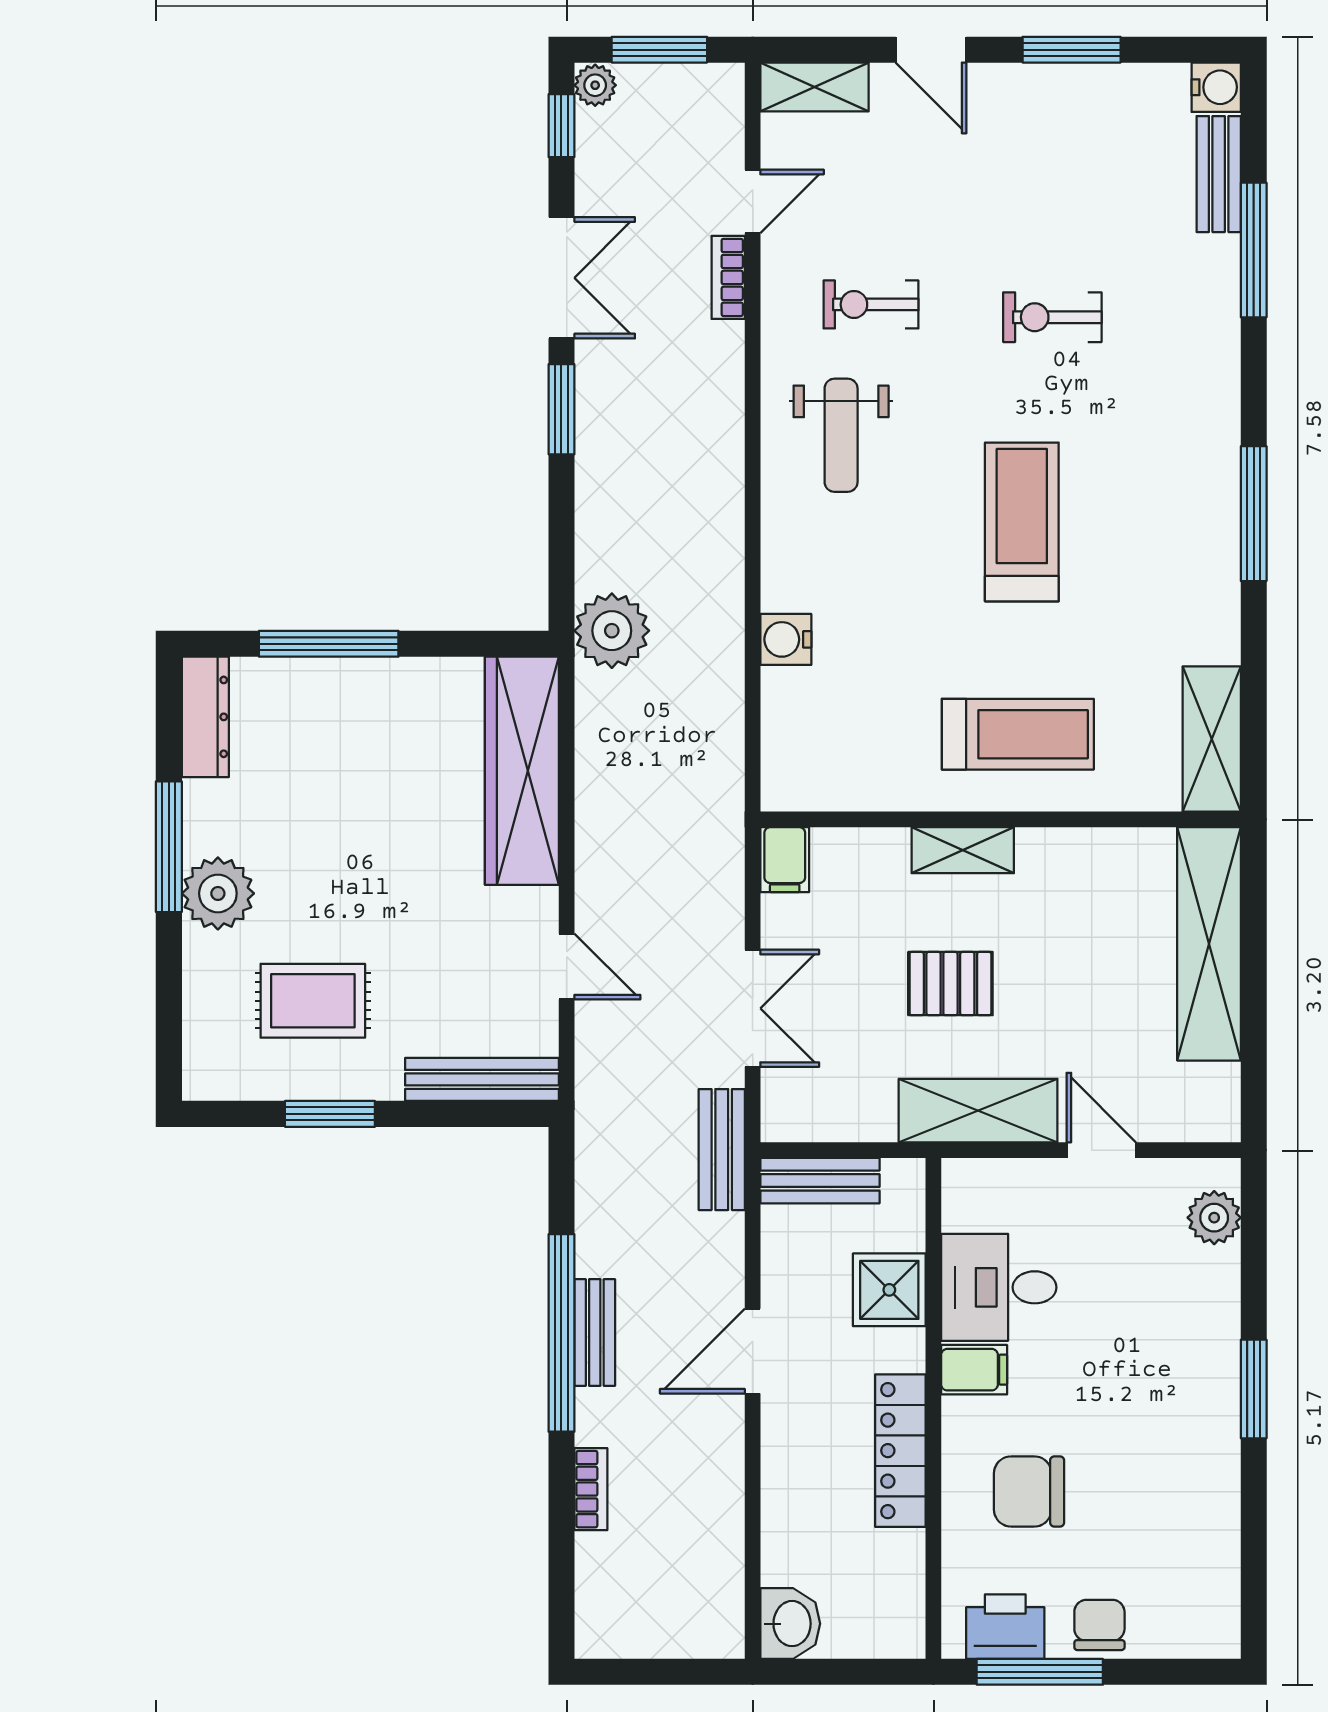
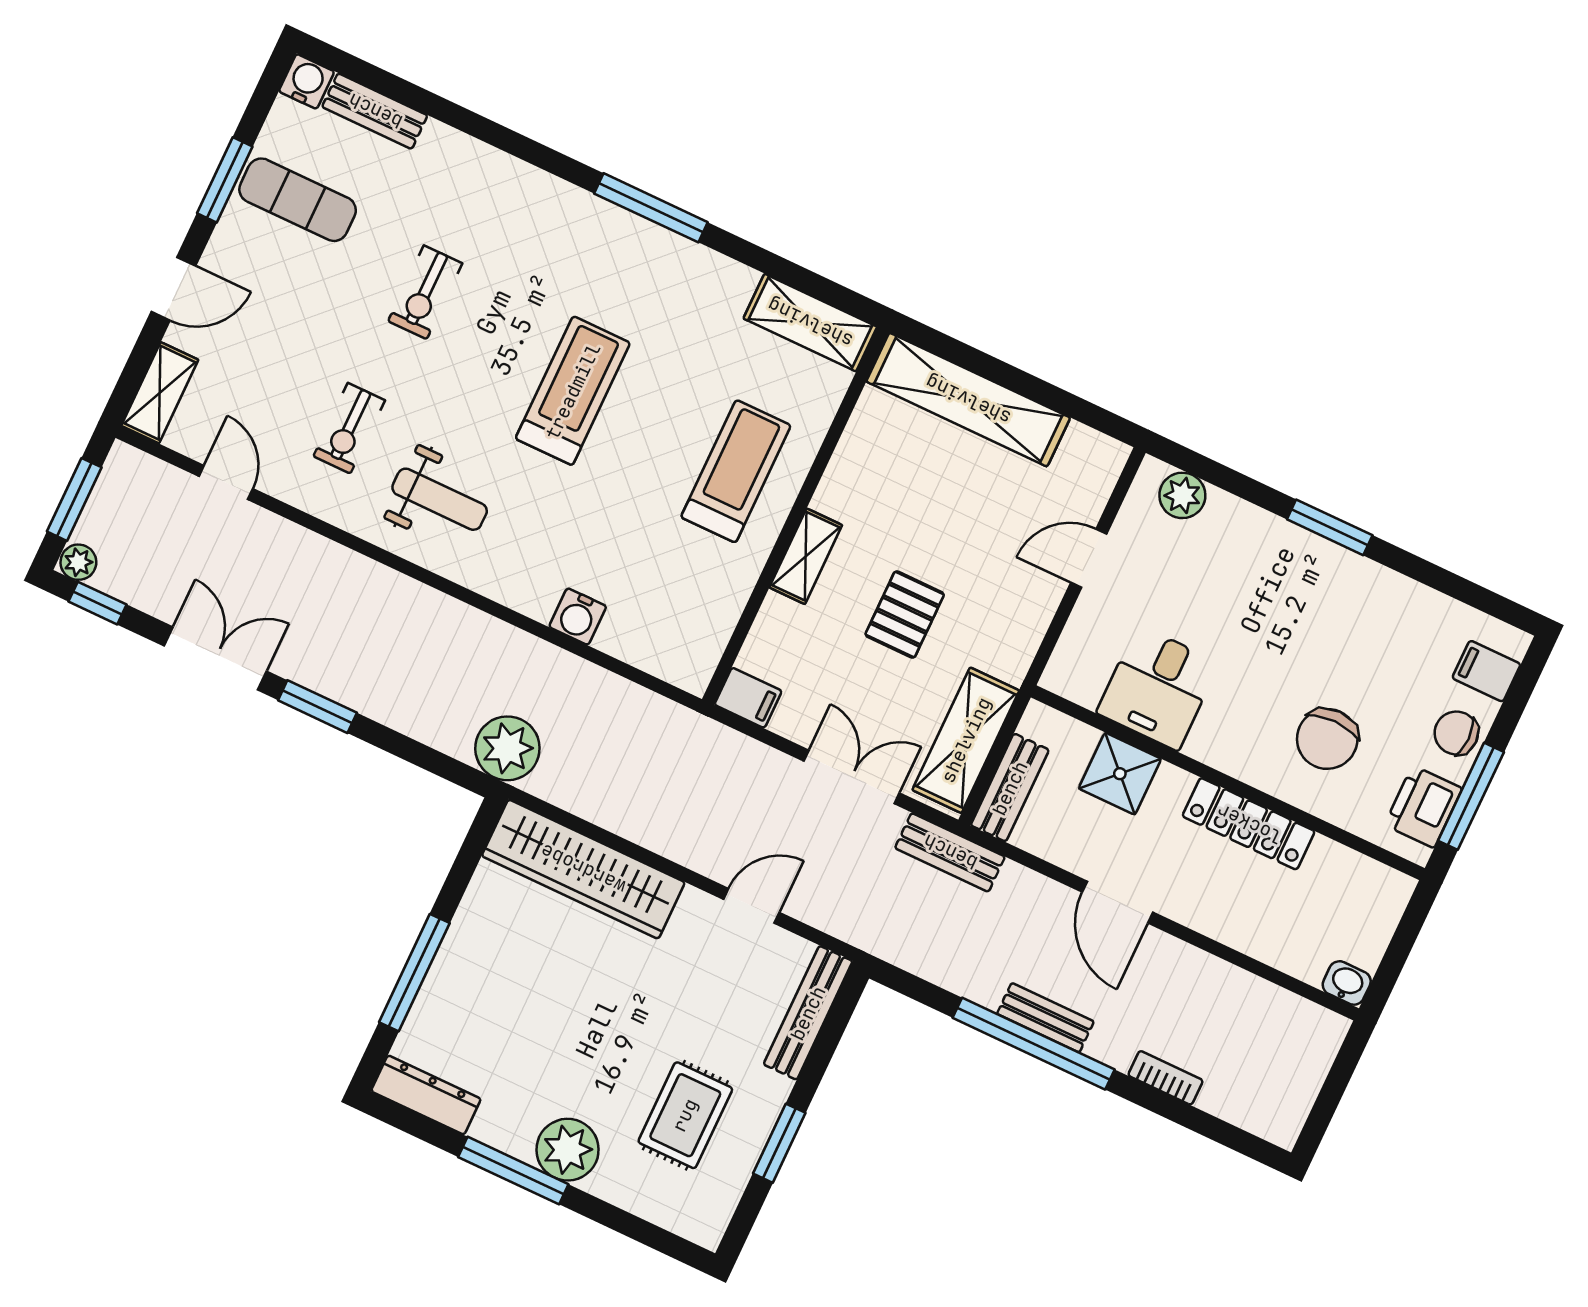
exercise mat: (1087, 137) -> (298, 200), added
window: (1254, 250) -> (446, 112), removed
bookcase: (728, 277) -> (276, 529), removed
treadmill: (1022, 522) -> (573, 391), turned 90
shelving: (978, 1111) -> (966, 740), moved
filing cabinet: (974, 1370) -> (1486, 671), moved, turned -90
washbasin: (790, 1624) -> (1347, 983), width x0.72, depth x0.69

